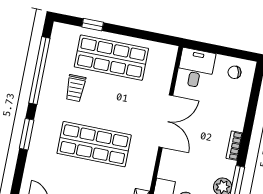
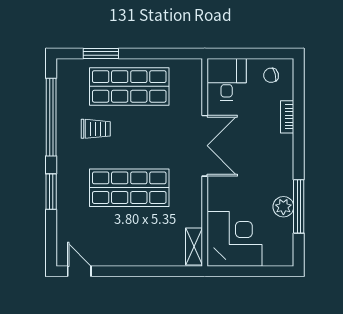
window: (93, 25) -> (101, 54), width x1.50
trolley: (75, 88) -> (96, 129), turned -90
bookcase: (234, 146) -> (287, 117), moved

